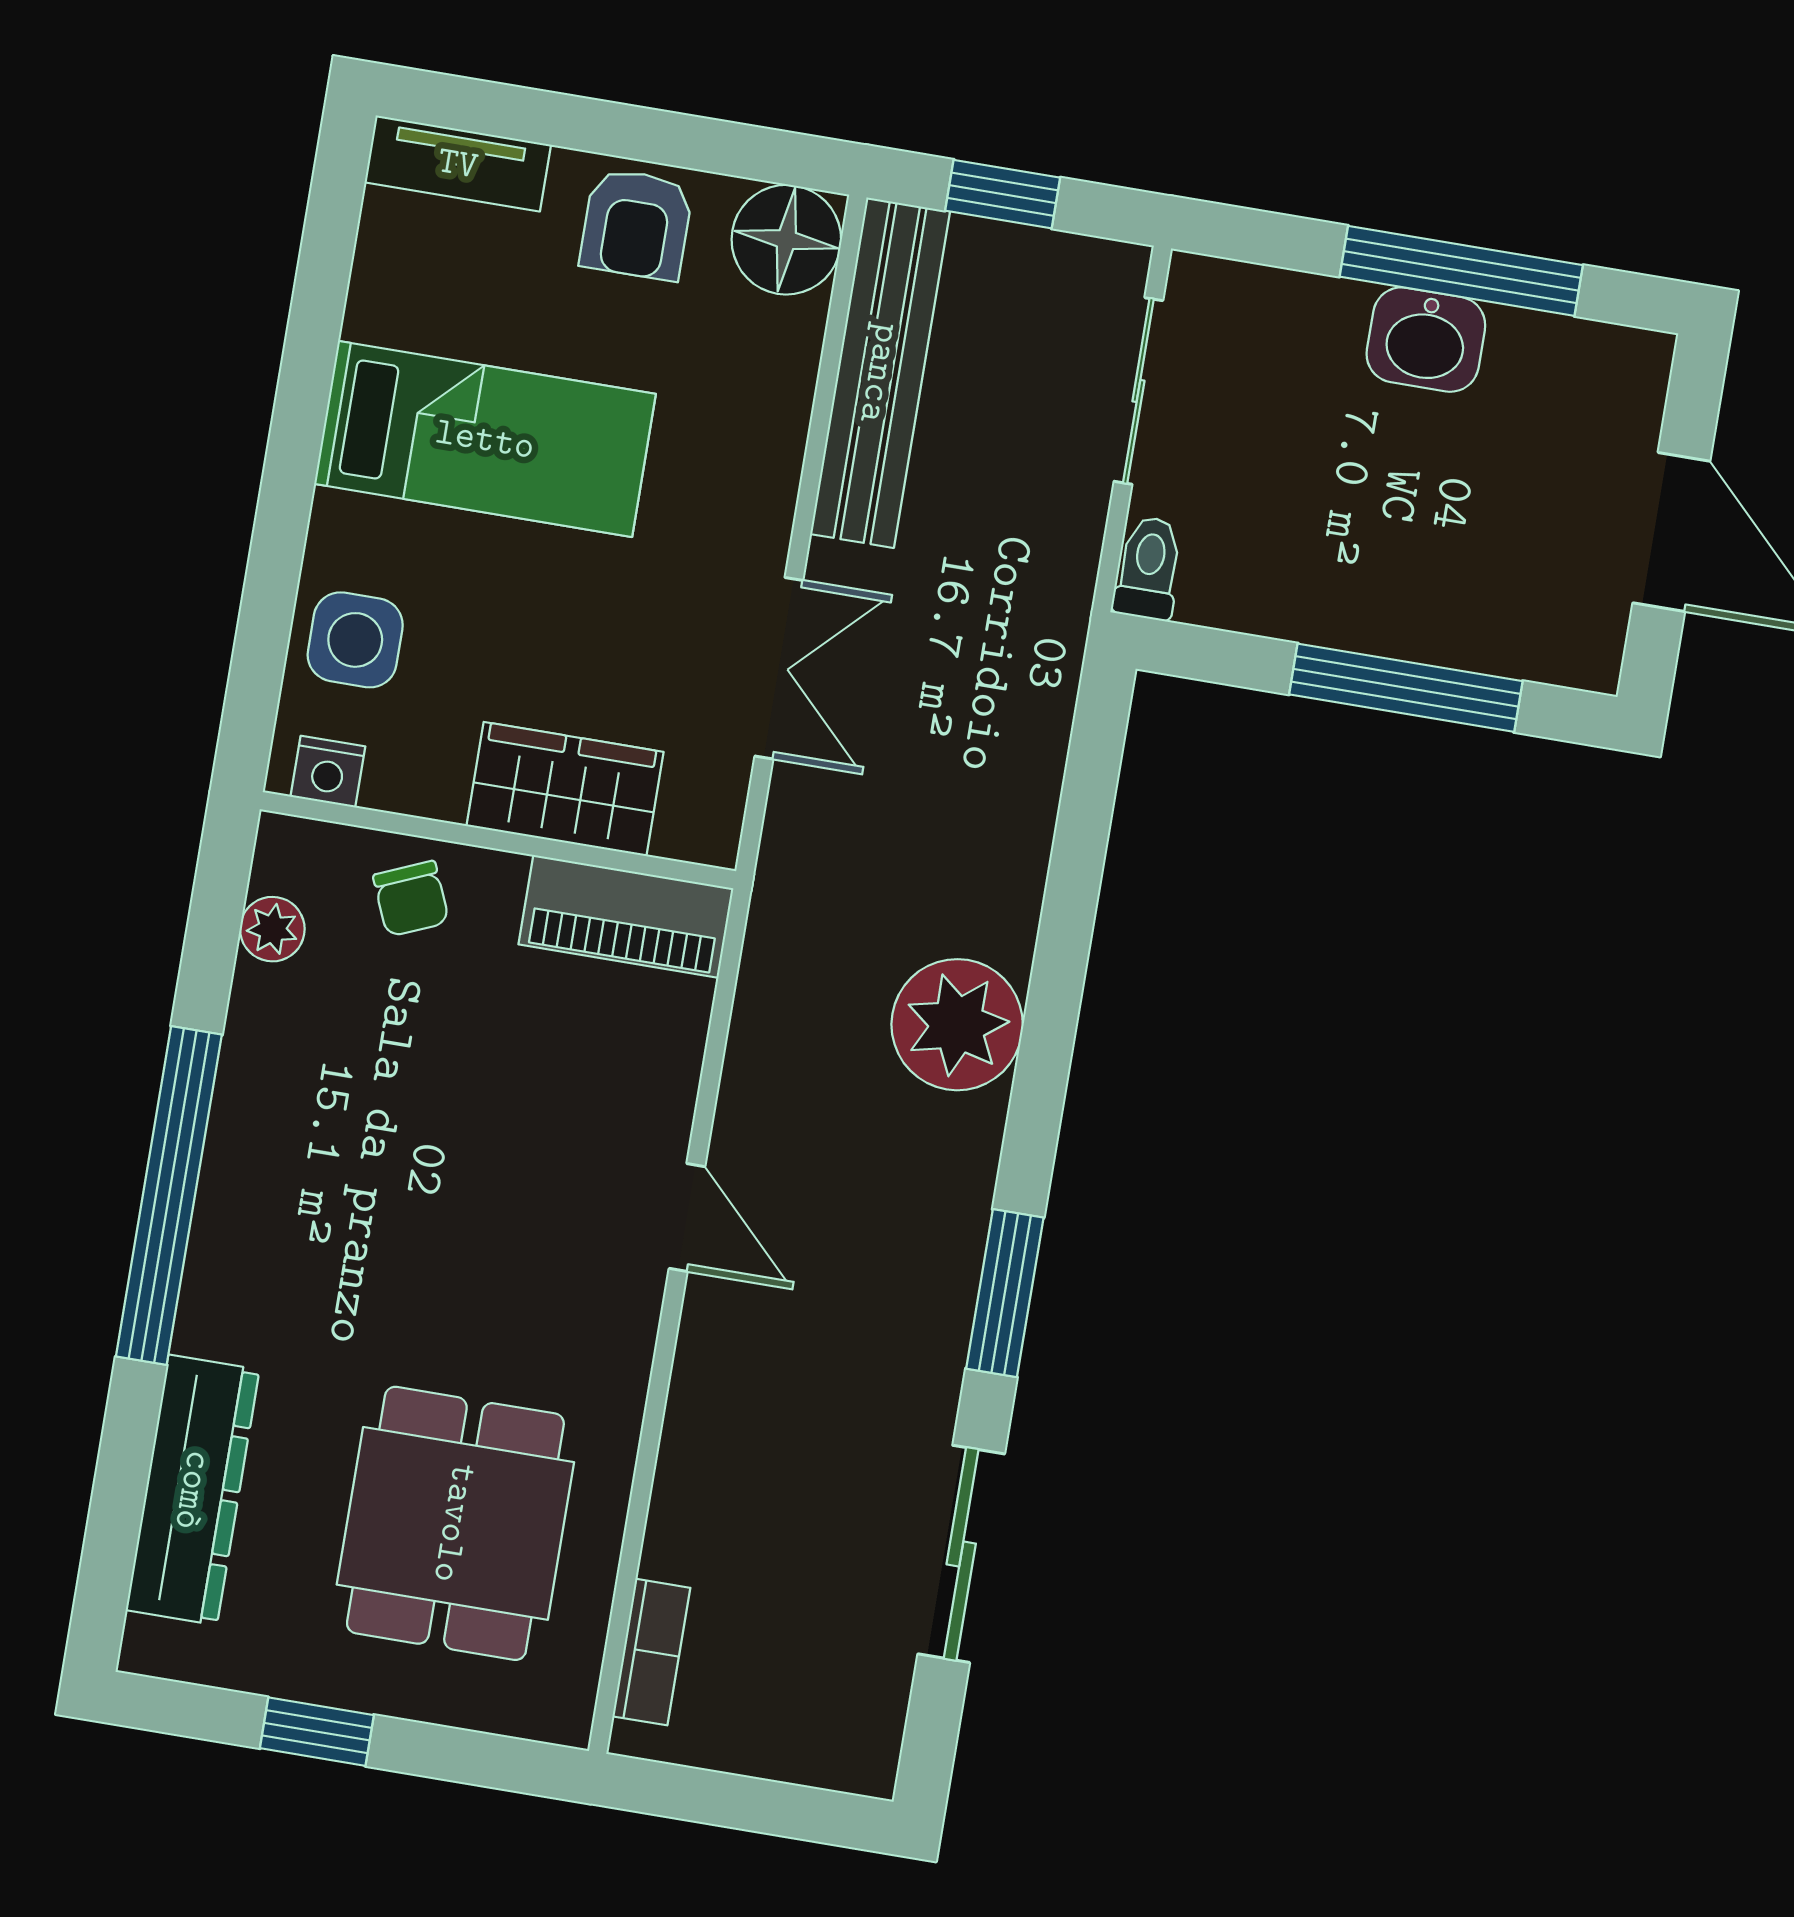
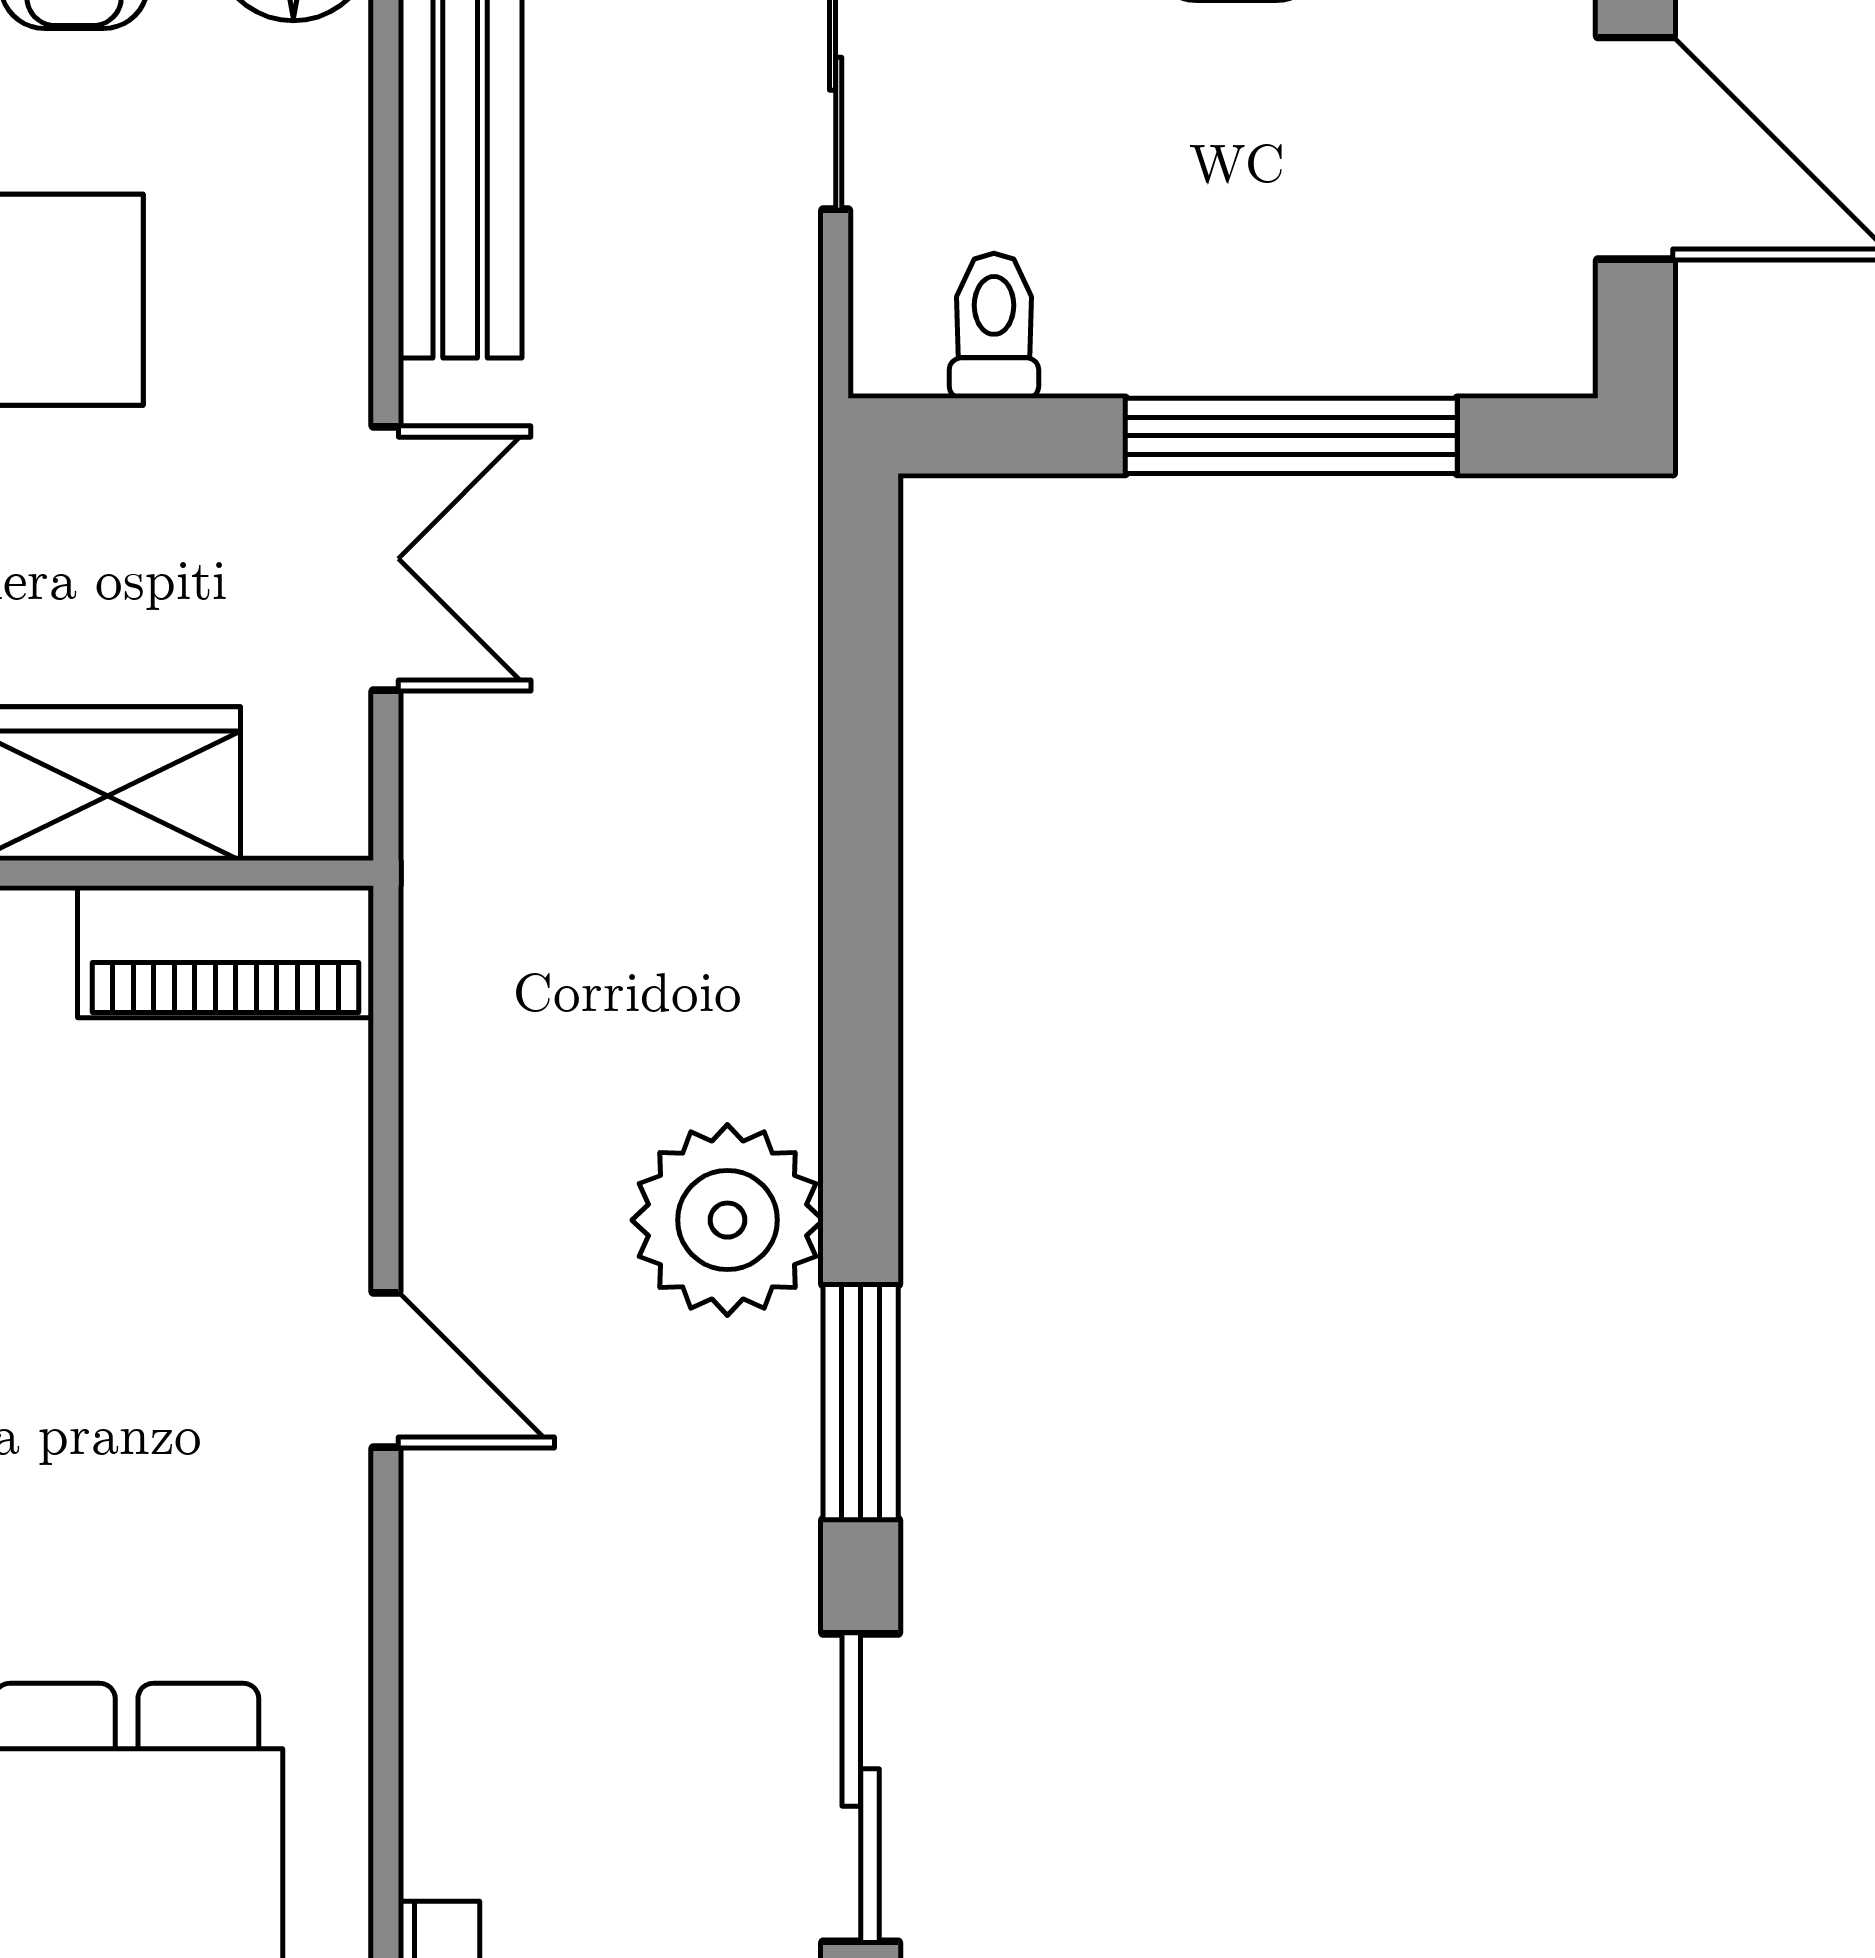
toilet: (1149, 568) -> (994, 326), moved
plant: (957, 1025) -> (727, 1220), moved

